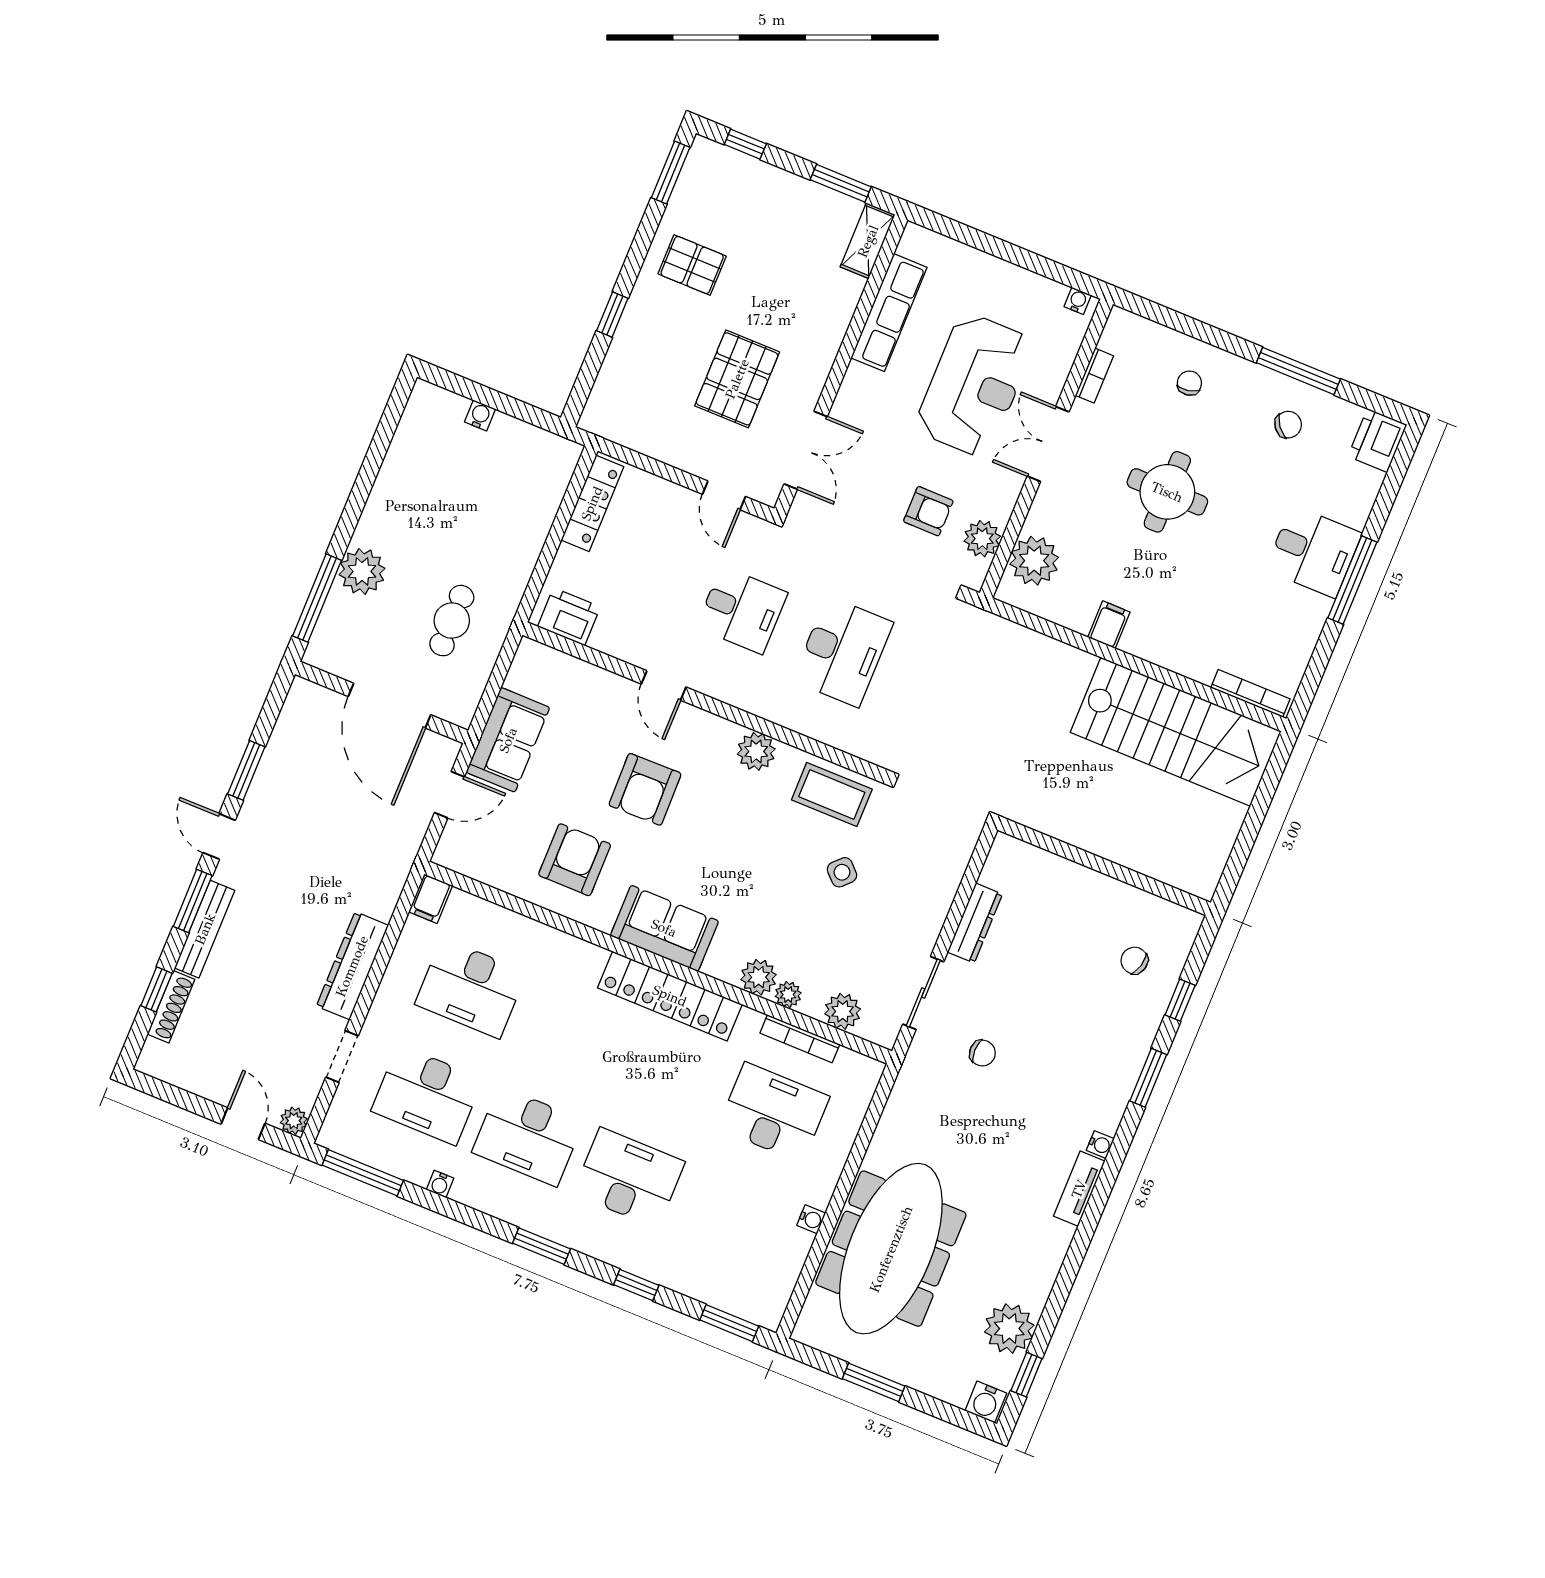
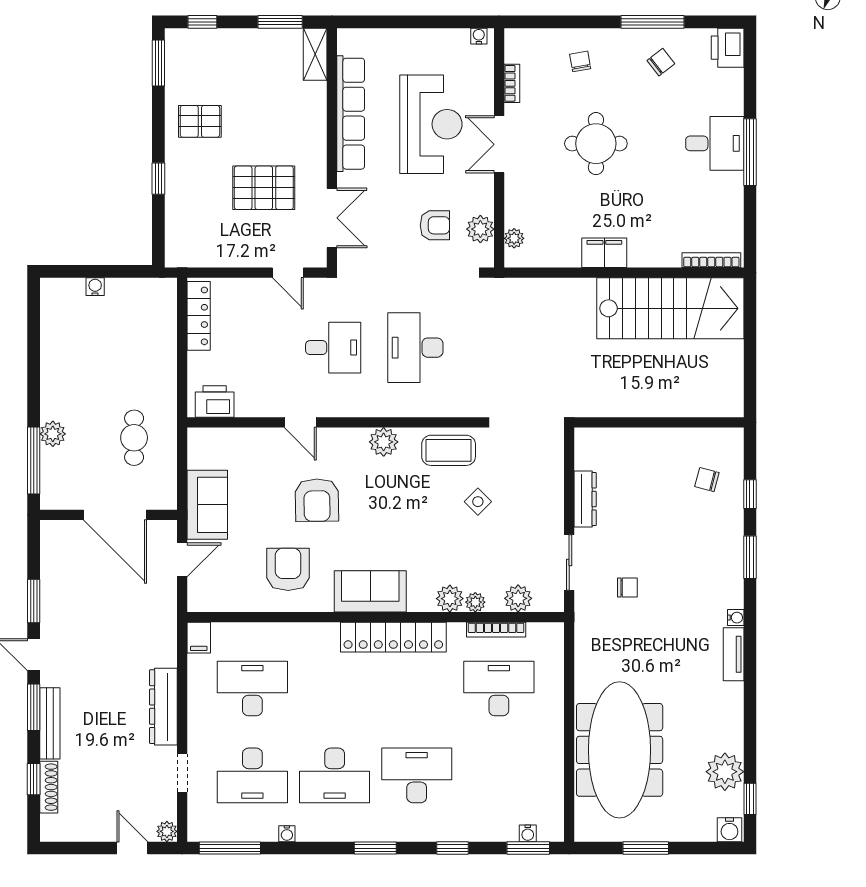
row of seats: (889, 313) -> (351, 114), width x1.36
pallet: (737, 379) -> (264, 188), turned 90
plant: (1034, 561) -> (514, 238), width x0.53, depth x0.53
plant: (362, 571) -> (53, 434), width x0.73, depth x0.73
filing cabinet: (1109, 625) -> (604, 253), width x2.00
desk: (843, 652) -> (415, 348), turned 180
desk: (471, 988) -> (252, 688), turned 180
water cooler: (811, 1219) -> (528, 833), moved, turned 90

